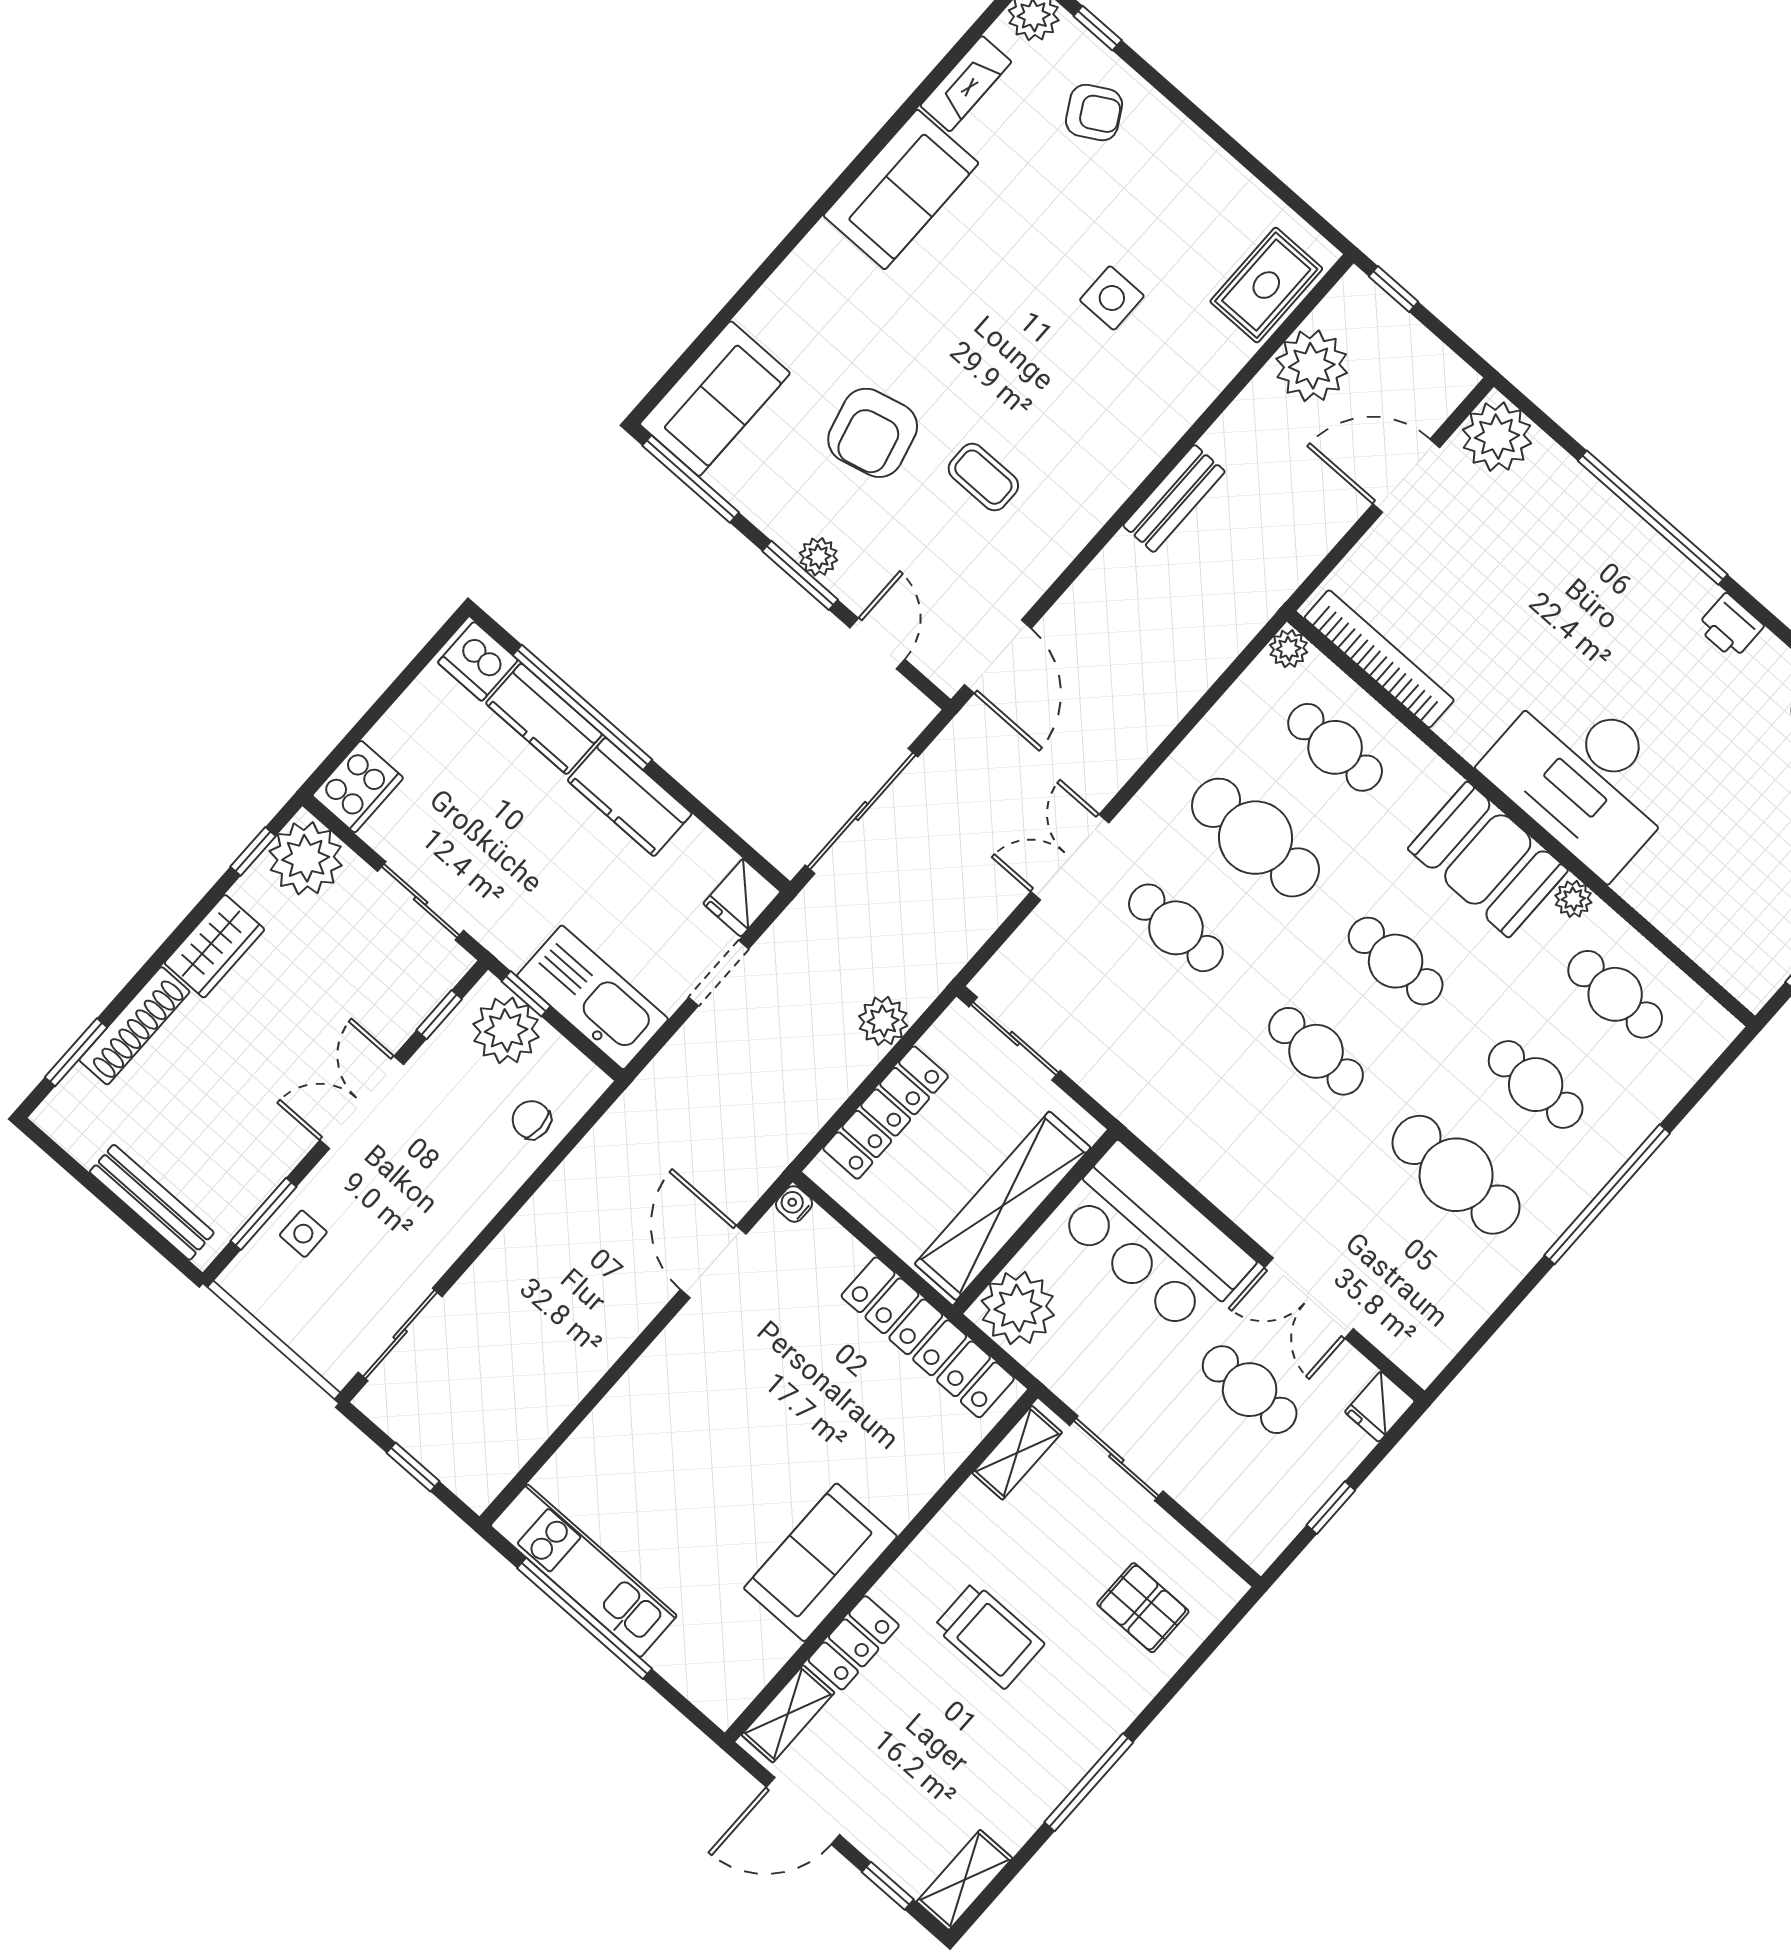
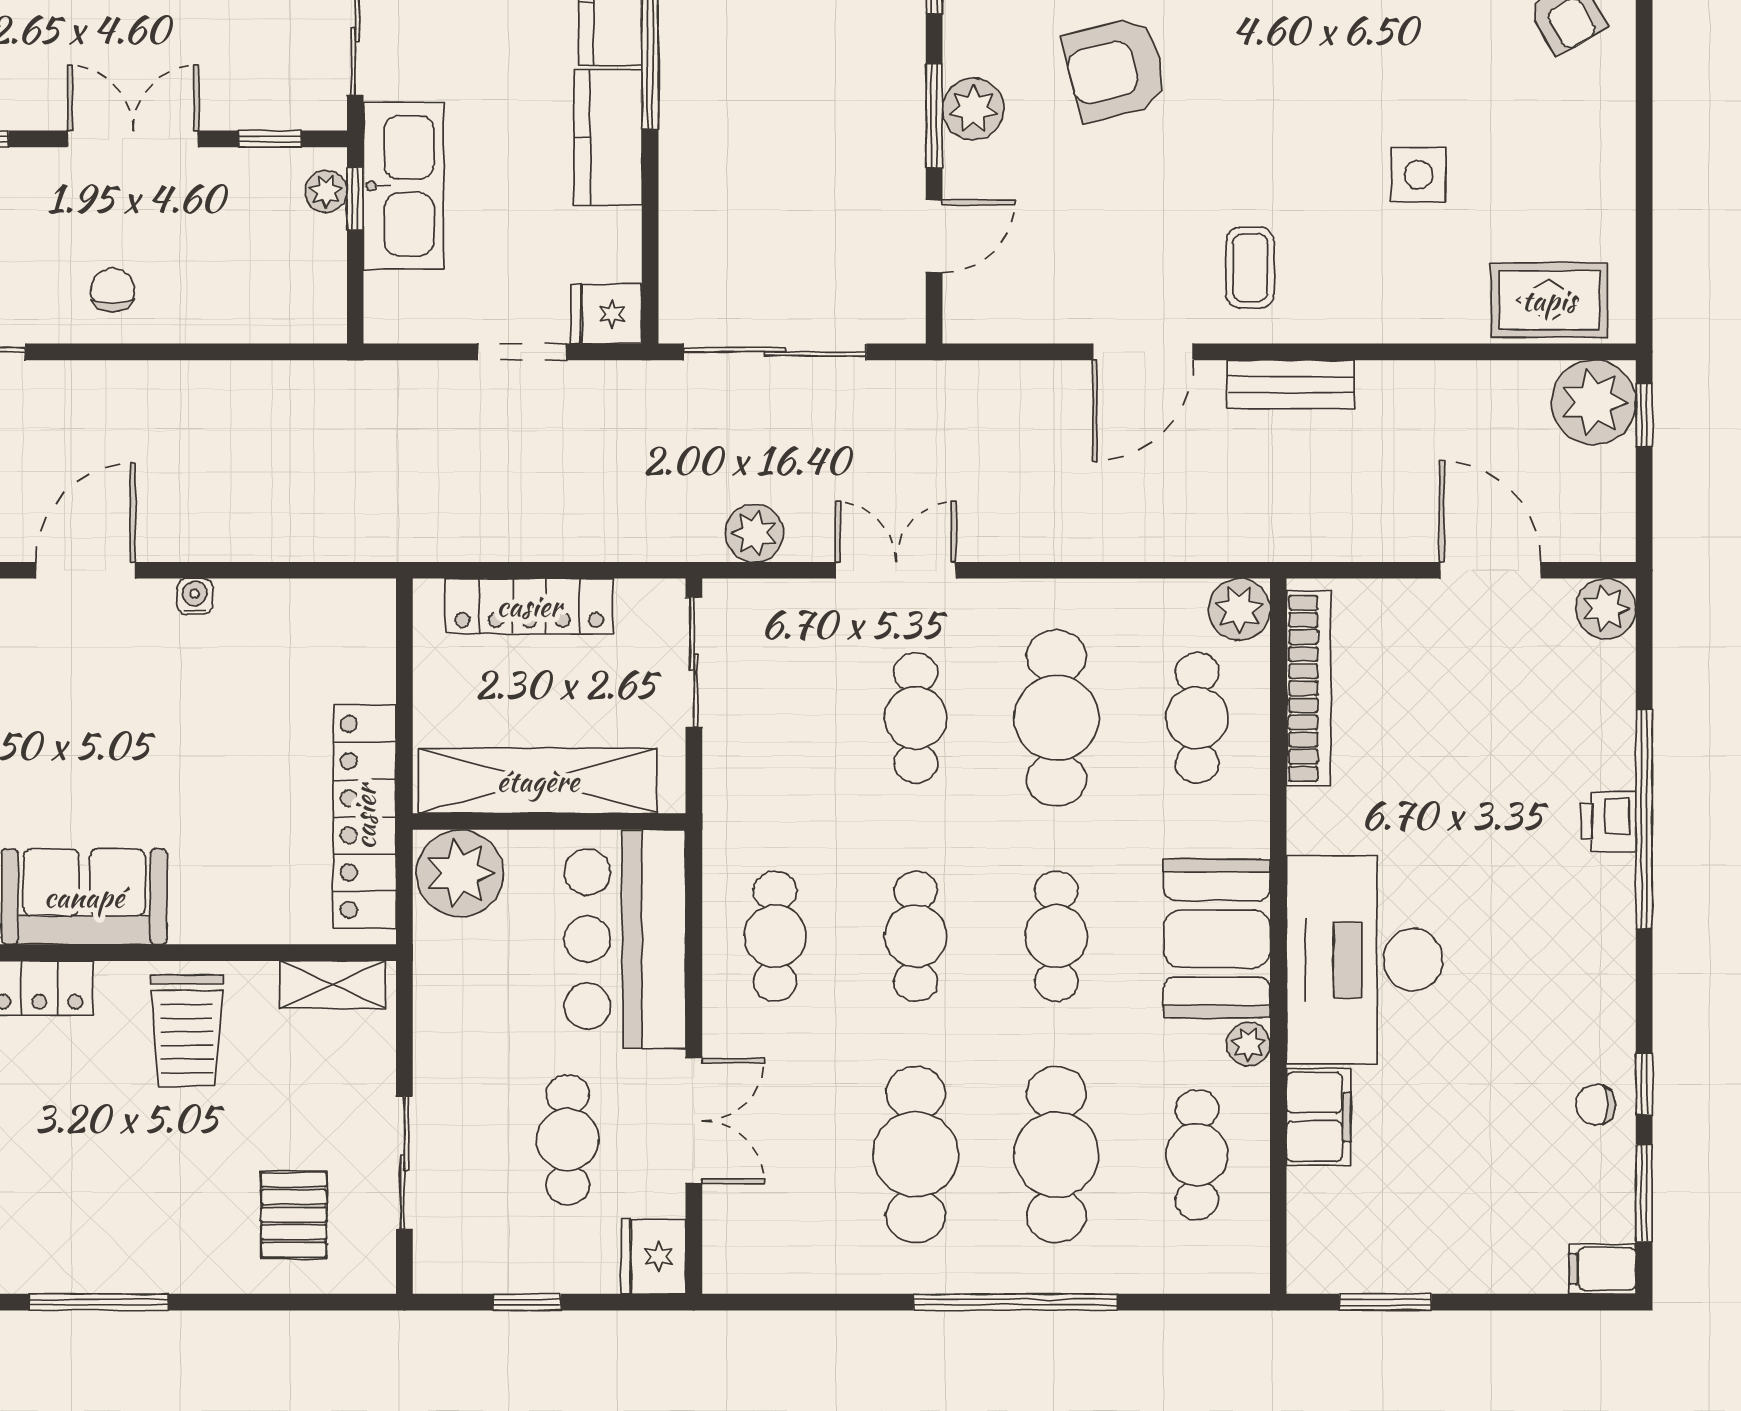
plant: (1312, 366) -> (1594, 402), moved
plant: (1497, 437) -> (1606, 609), width x0.73, depth x0.73
coffee table: (983, 477) -> (1250, 268), moved
plant: (818, 557) -> (973, 109), width x1.38, depth x1.38
printer: (1730, 626) -> (1608, 822), moved
plant: (1289, 649) -> (1239, 609), width x1.38, depth x1.38
door: (998, 657) -> (1143, 352), moved
filing cabinet: (1660, 895) -> (1319, 1117), added
kitchen sink: (593, 997) -> (404, 186), moved
plant: (883, 1021) -> (754, 533), moved
plant: (506, 1030) -> (326, 191), width x0.53, depth x0.53
cafe table: (1536, 1085) -> (1056, 1155), width x1.37, depth x1.35
chair: (532, 1120) -> (113, 290), moved
cafe table: (1236, 1141) -> (775, 936), added
water cooler: (794, 1204) -> (195, 596), moved
door: (713, 1262) -> (85, 570), moved
double door: (1309, 1298) -> (694, 1121), swing flipped
fridge: (1380, 1407) -> (653, 1257), width x1.38
sliding door: (1116, 1458) -> (404, 1163), moved
trolley: (989, 1635) -> (187, 1031), moved

